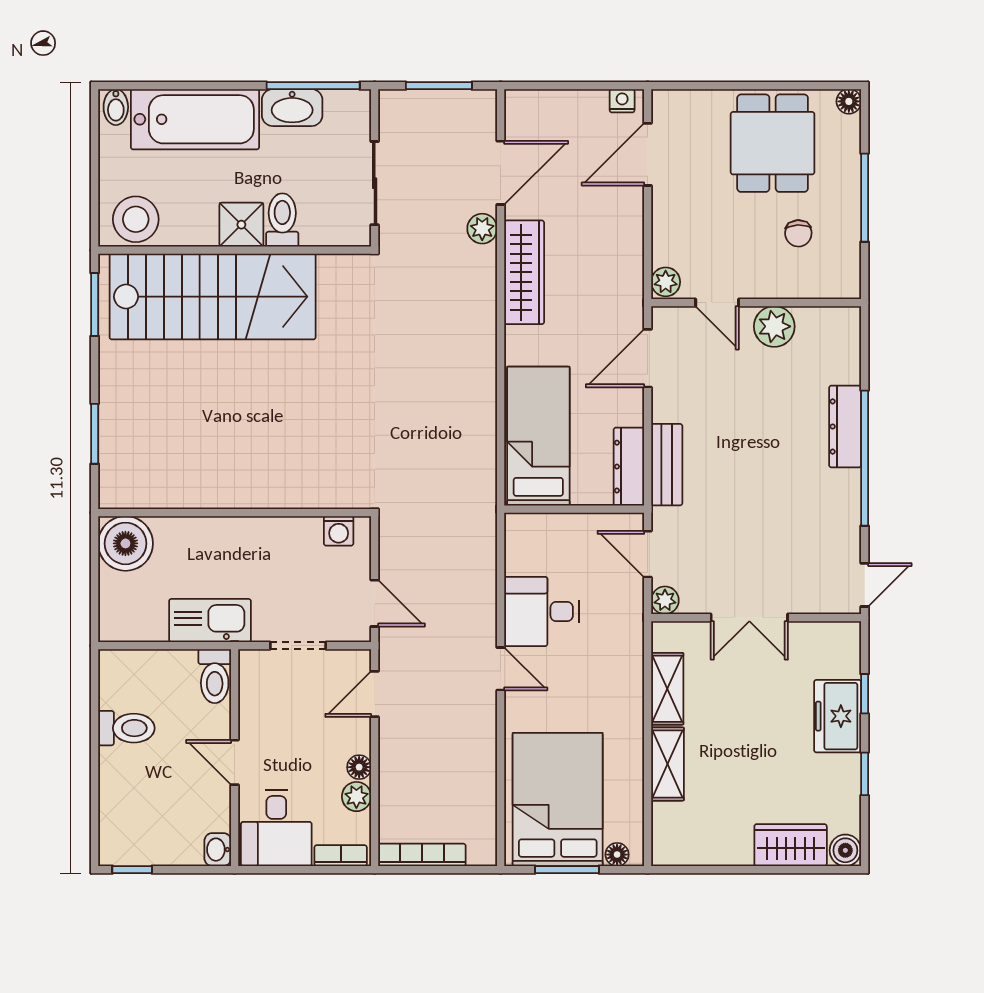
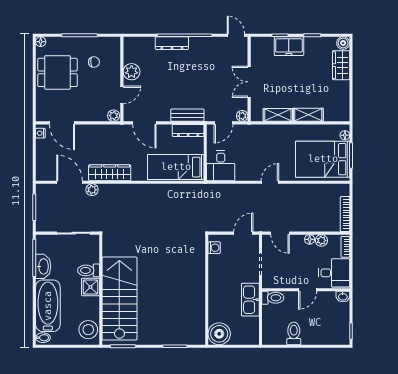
desk: (541, 612) -> (221, 166), moved
double door: (749, 618) -> (249, 82), swing flipped

